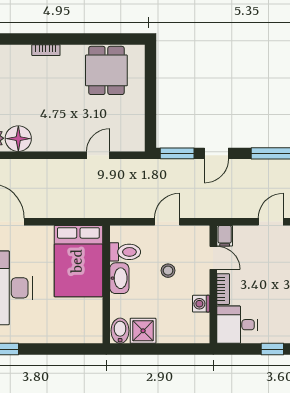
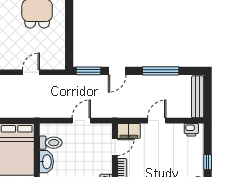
filing cabinet: (225, 236) -> (129, 131), width x2.00
door: (213, 258) -> (115, 147), hinge flipped
stool: (168, 271) -> (82, 156), removed

